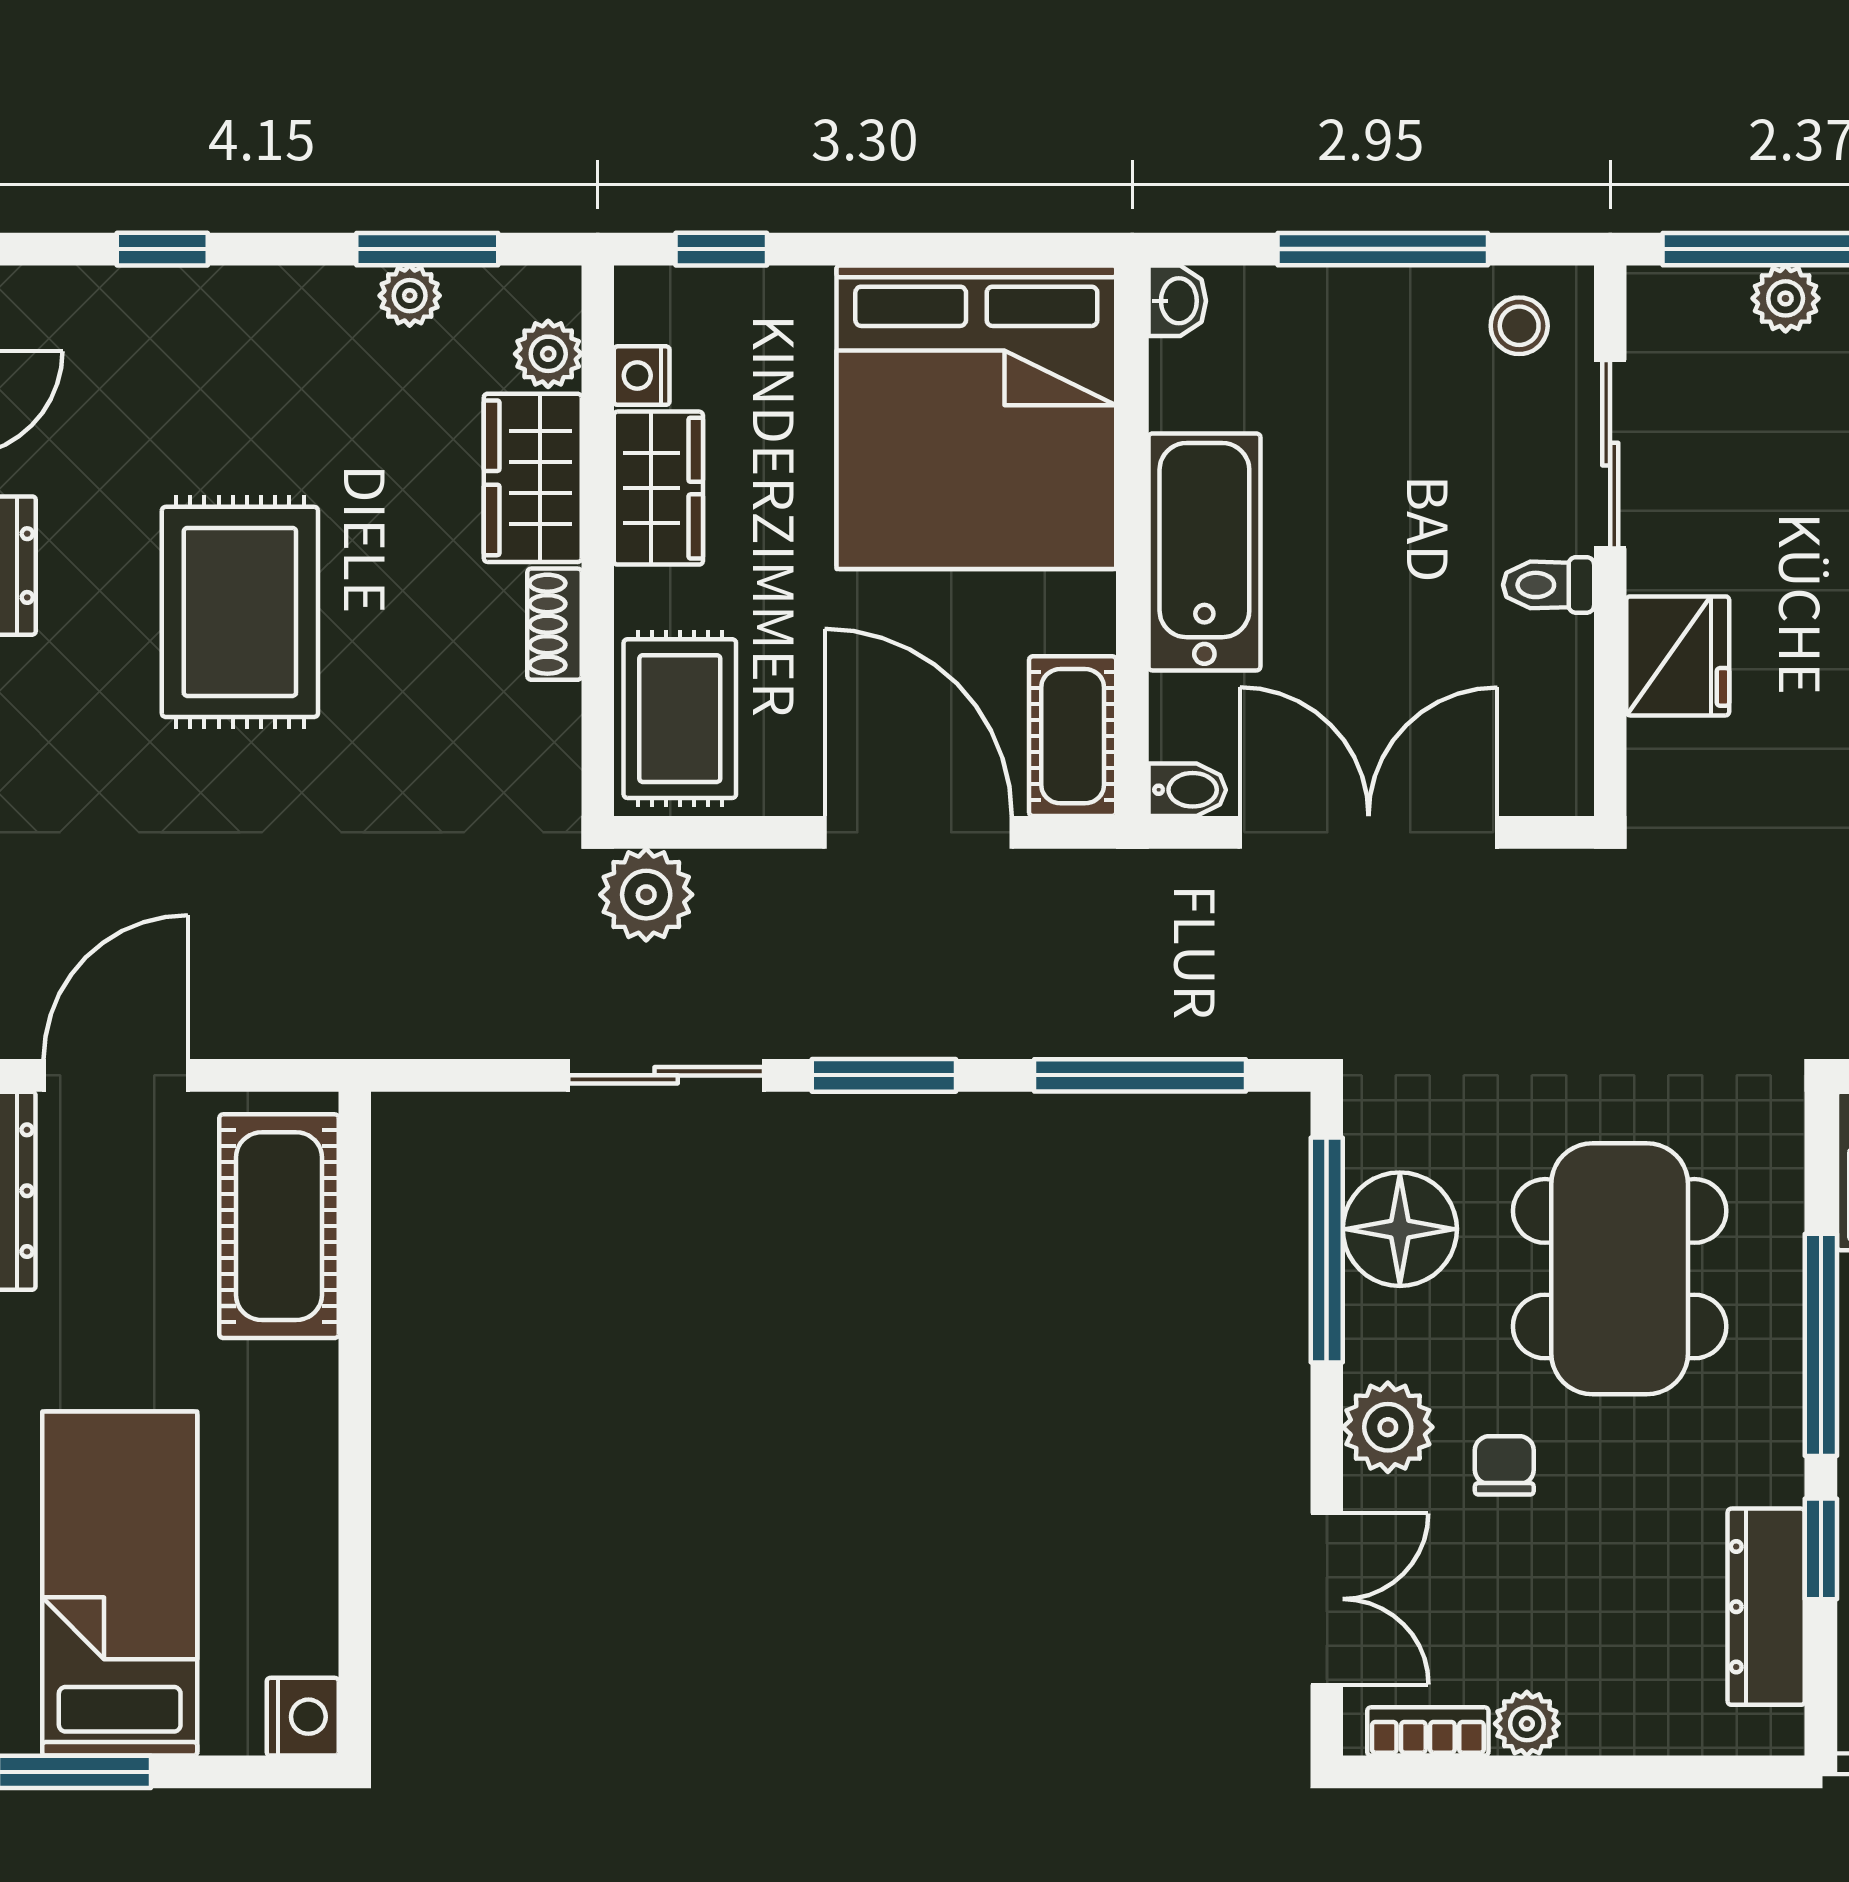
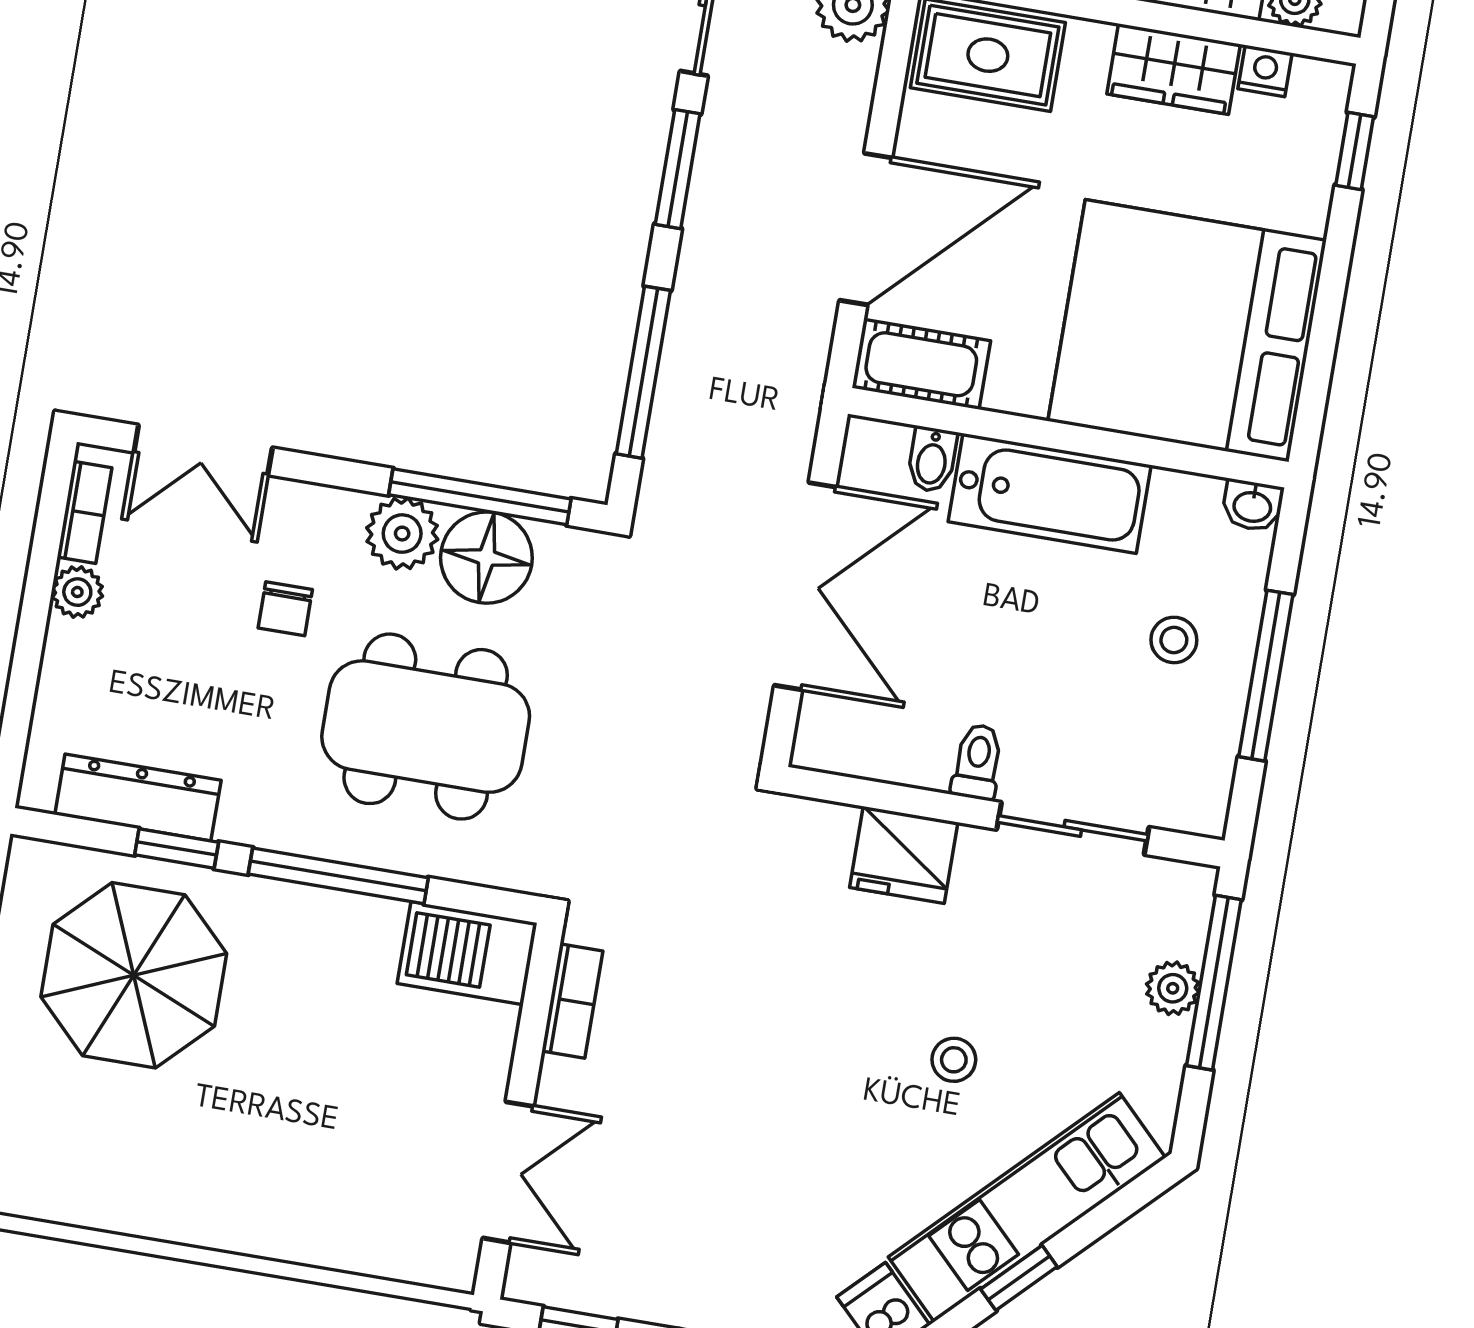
stool: (1519, 326) -> (1174, 640), moved
bidet: (1187, 790) -> (932, 460), moved
plant: (1388, 1427) -> (402, 534), moved
chair: (1504, 1465) -> (285, 609), turned 90

